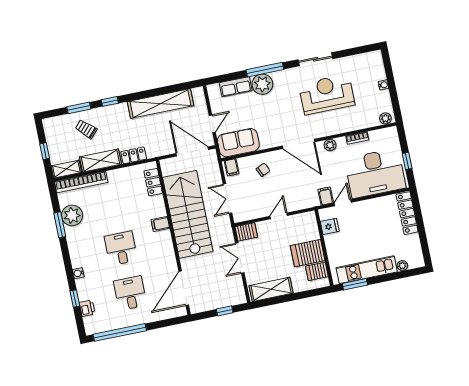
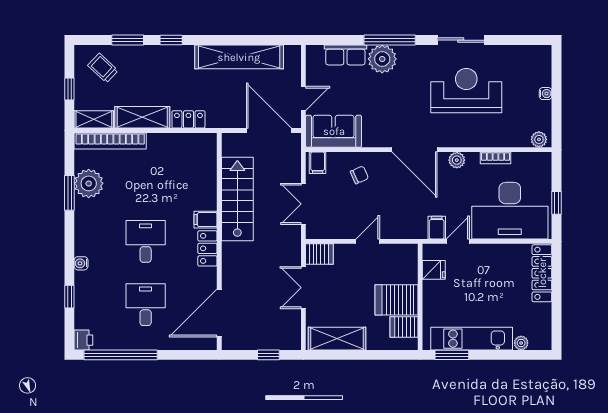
trolley: (86, 129) -> (103, 68), moved
locker: (153, 182) -> (207, 248), moved
stairs: (188, 214) -> (237, 199), width x0.73, depth x0.66
printer: (87, 308) -> (83, 340), moved

